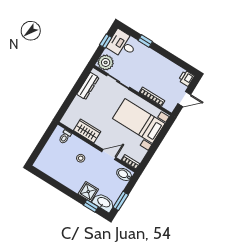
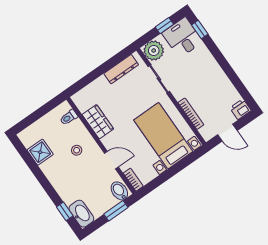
window: (145, 41) -> (200, 29), moved
shower: (88, 192) -> (40, 152), moved
window: (121, 201) -> (116, 211), moved

